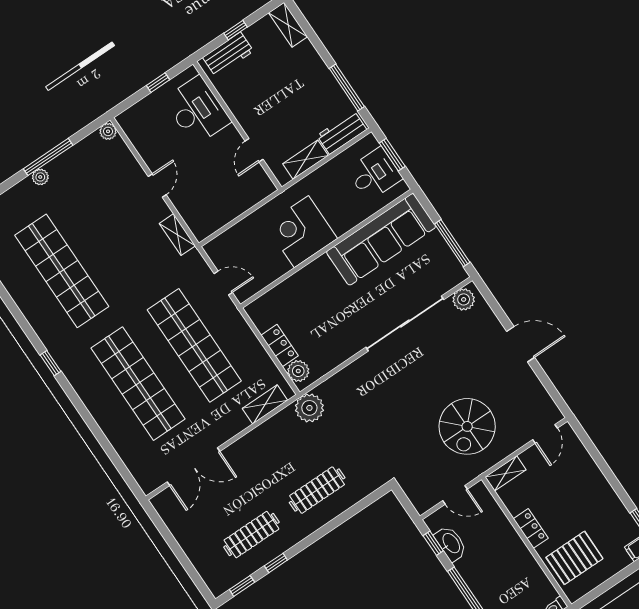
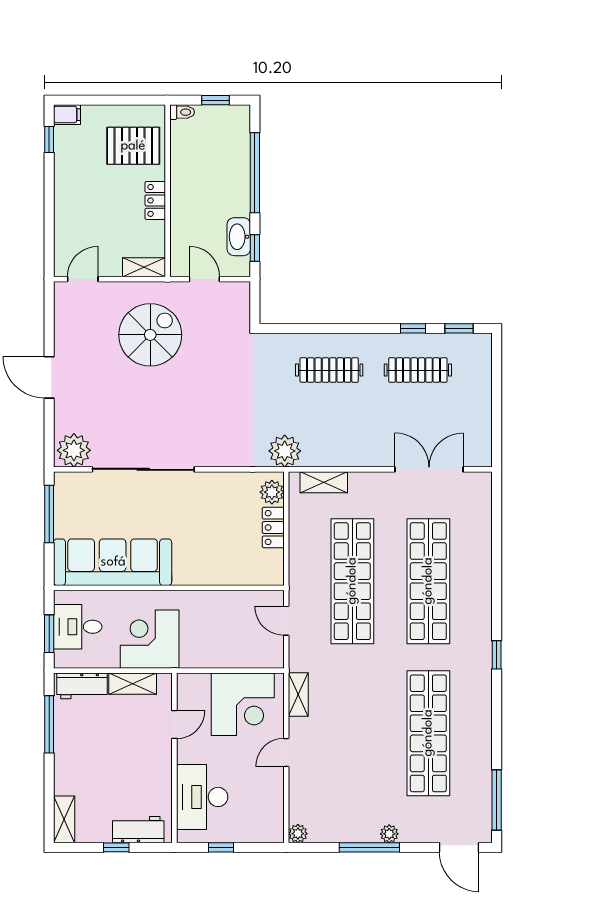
corner desk: (214, 199) -> (243, 704), added
corner desk: (301, 232) -> (150, 639), moved, turned 180
plant: (464, 299) -> (74, 450), width x1.36, depth x1.36

